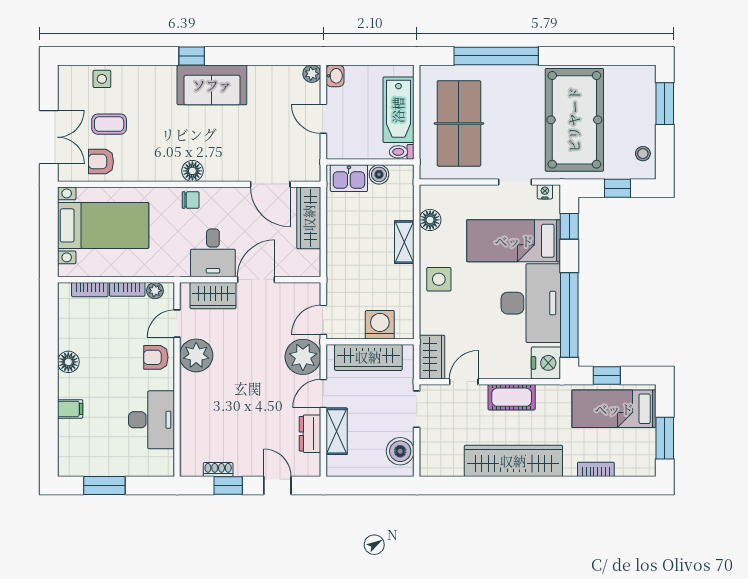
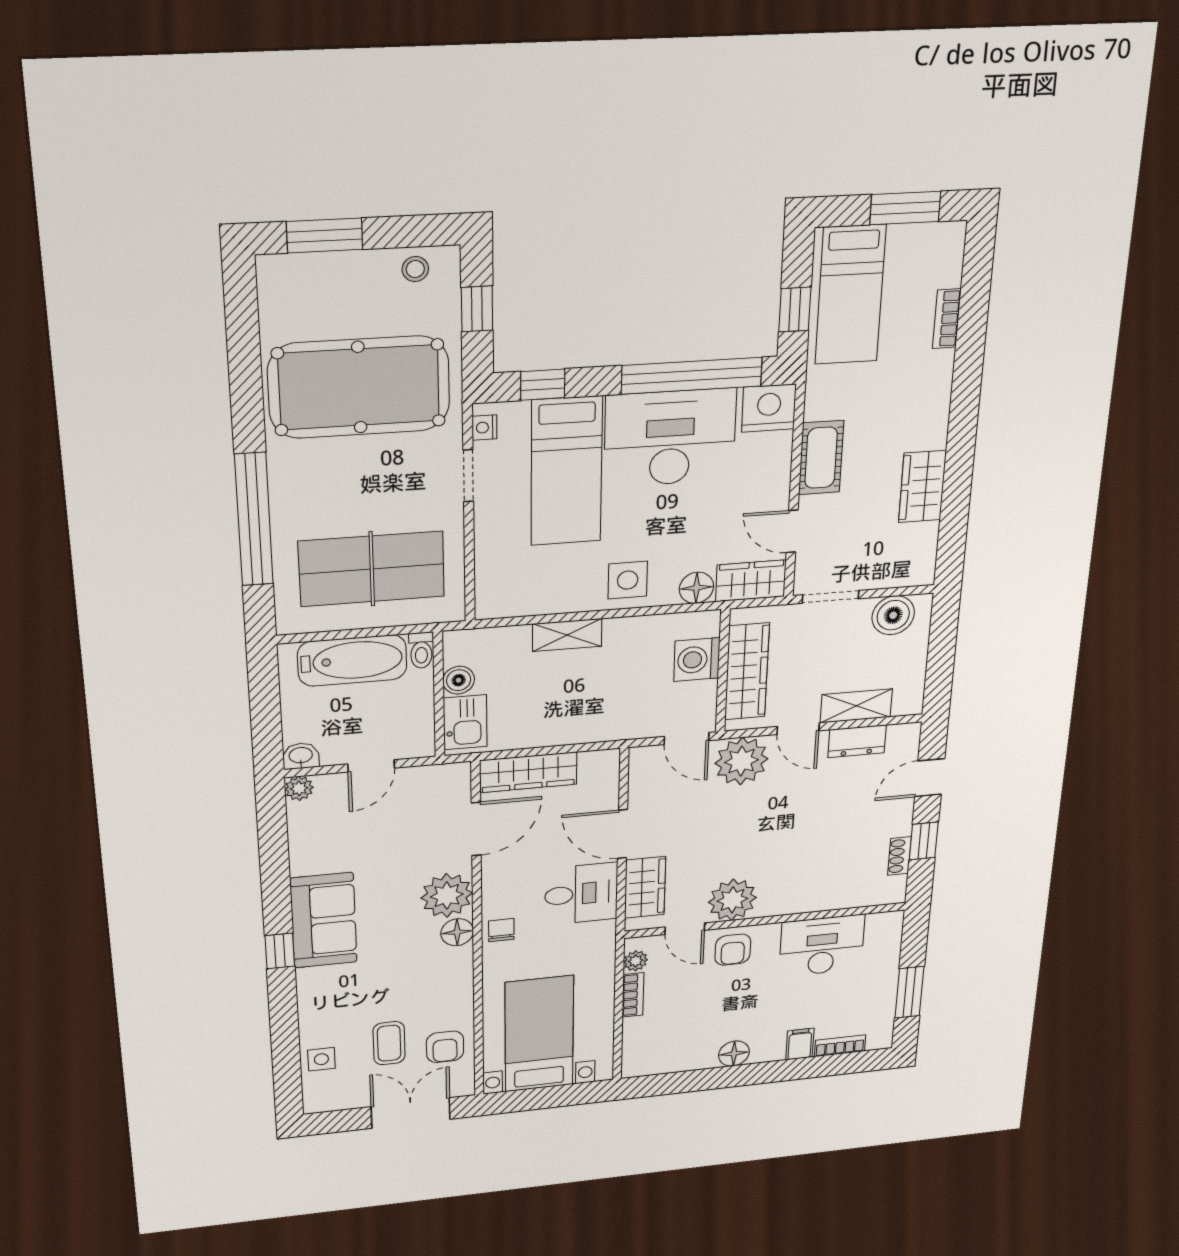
plant: (222, 165) -> (447, 895), added
floor lamp: (430, 220) -> (696, 588), moved
bookcase: (90, 290) -> (840, 1046), moved, turned -90
wardrobe: (513, 461) -> (922, 487), width x0.48, depth x0.85

